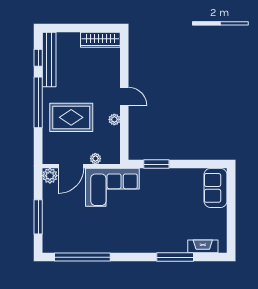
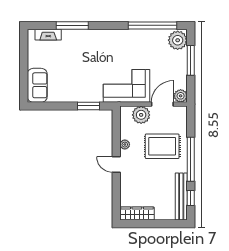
plant: (95, 159) -> (141, 115), width x1.88, depth x1.88
plant: (53, 240) -> (178, 40), added

